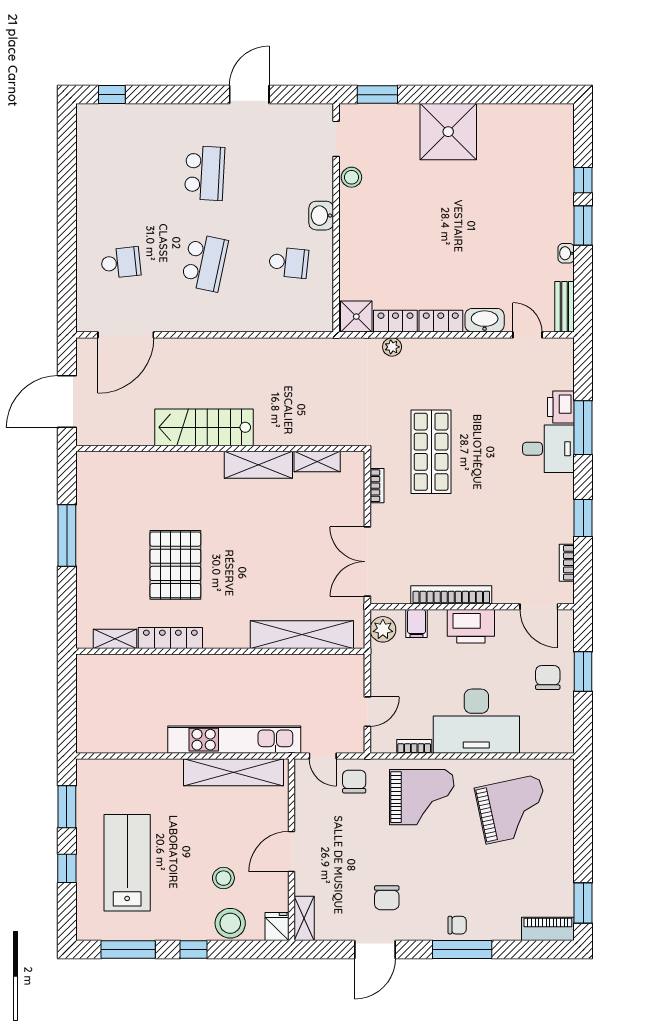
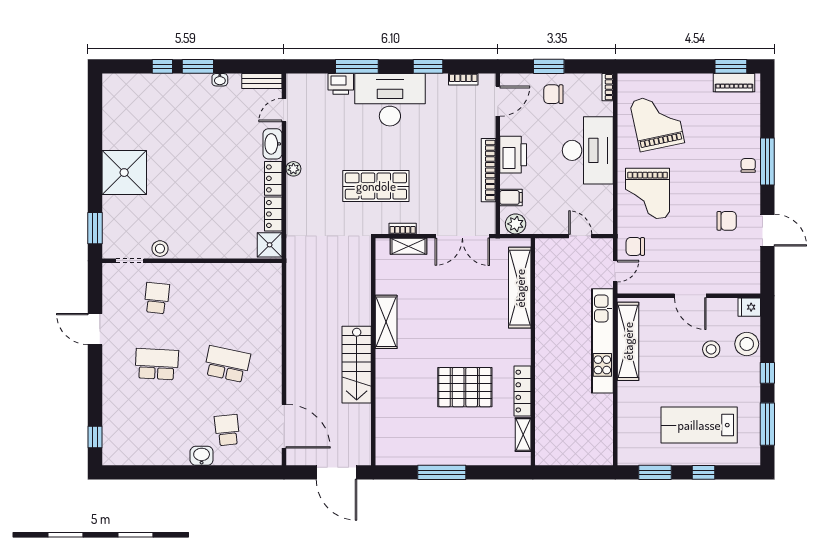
washbasin: (321, 216) -> (202, 456), moved, turned 180
school desk: (289, 263) -> (157, 298), moved
plant: (392, 347) -> (293, 169), moved
desk: (548, 449) -> (390, 100), width x1.87, depth x1.30
shelving: (317, 462) -> (409, 246), moved, turned 90
bookcase: (414, 746) -> (608, 87), moved
grand piano: (422, 797) -> (648, 193), turned 180
shelving: (304, 918) -> (743, 286), removed
piano: (548, 929) -> (734, 83), moved, turned -90

